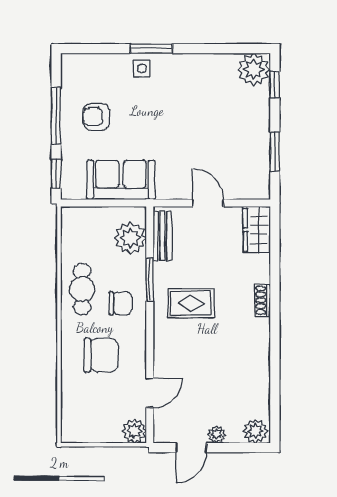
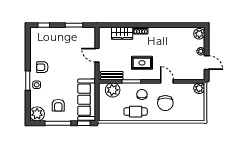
plant: (254, 69) -> (37, 114), moved
armchair: (181, 81) -> (42, 67), added
sofa: (121, 180) -> (87, 100), width x1.36
door: (208, 203) -> (97, 55), hinge flipped
wardrobe: (257, 230) -> (122, 33), moved
rug: (191, 303) -> (142, 63), turned 90
chair: (101, 355) -> (165, 103), turned 180
door: (150, 393) -> (167, 81), moved

